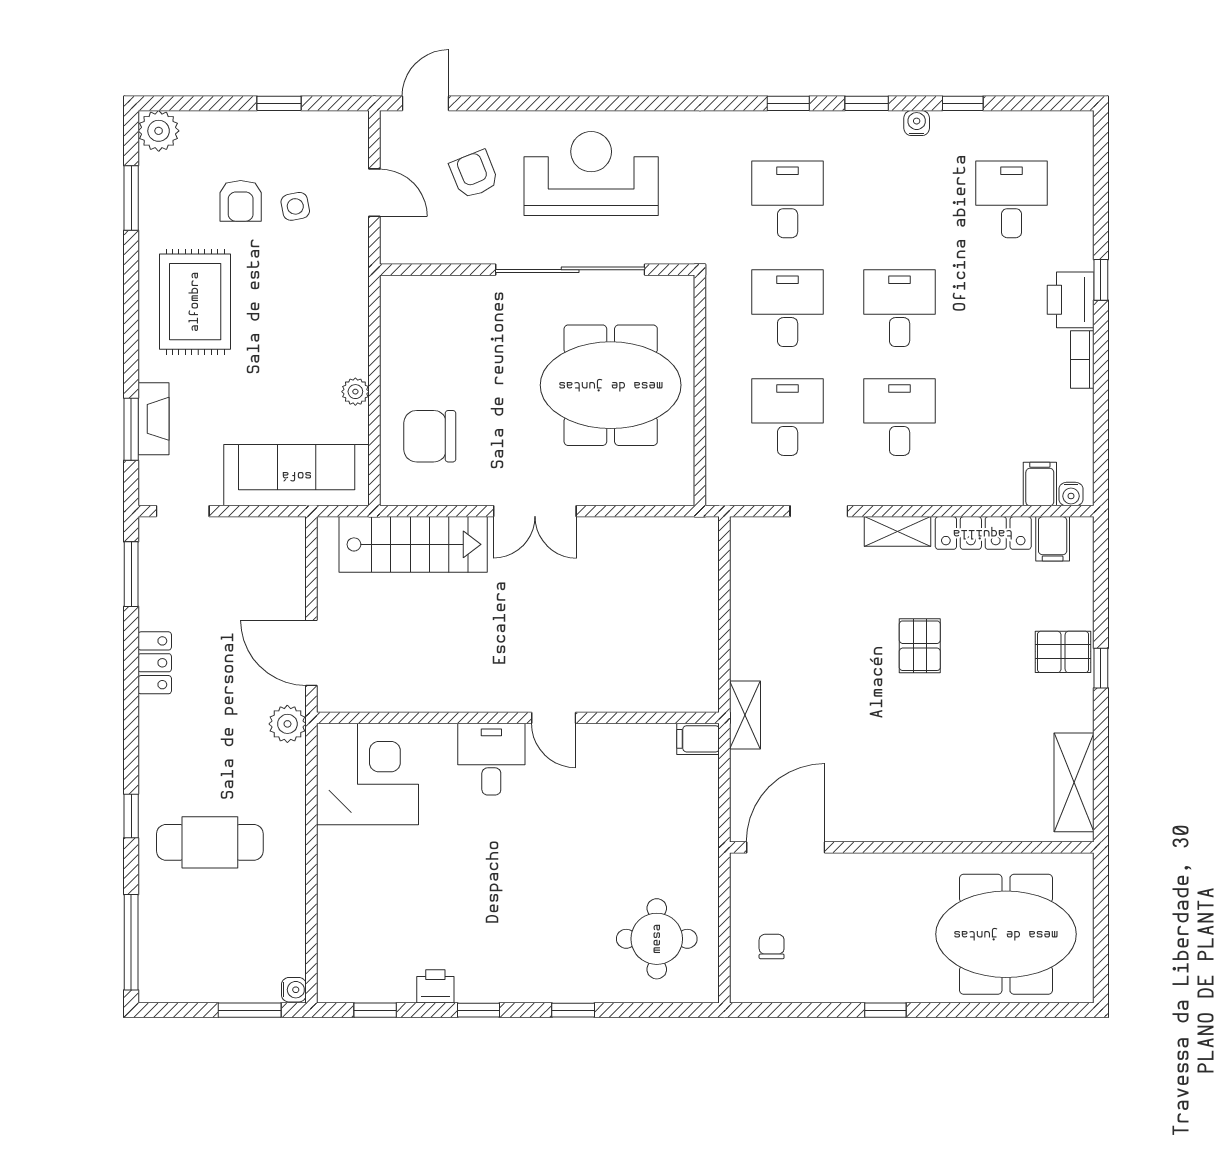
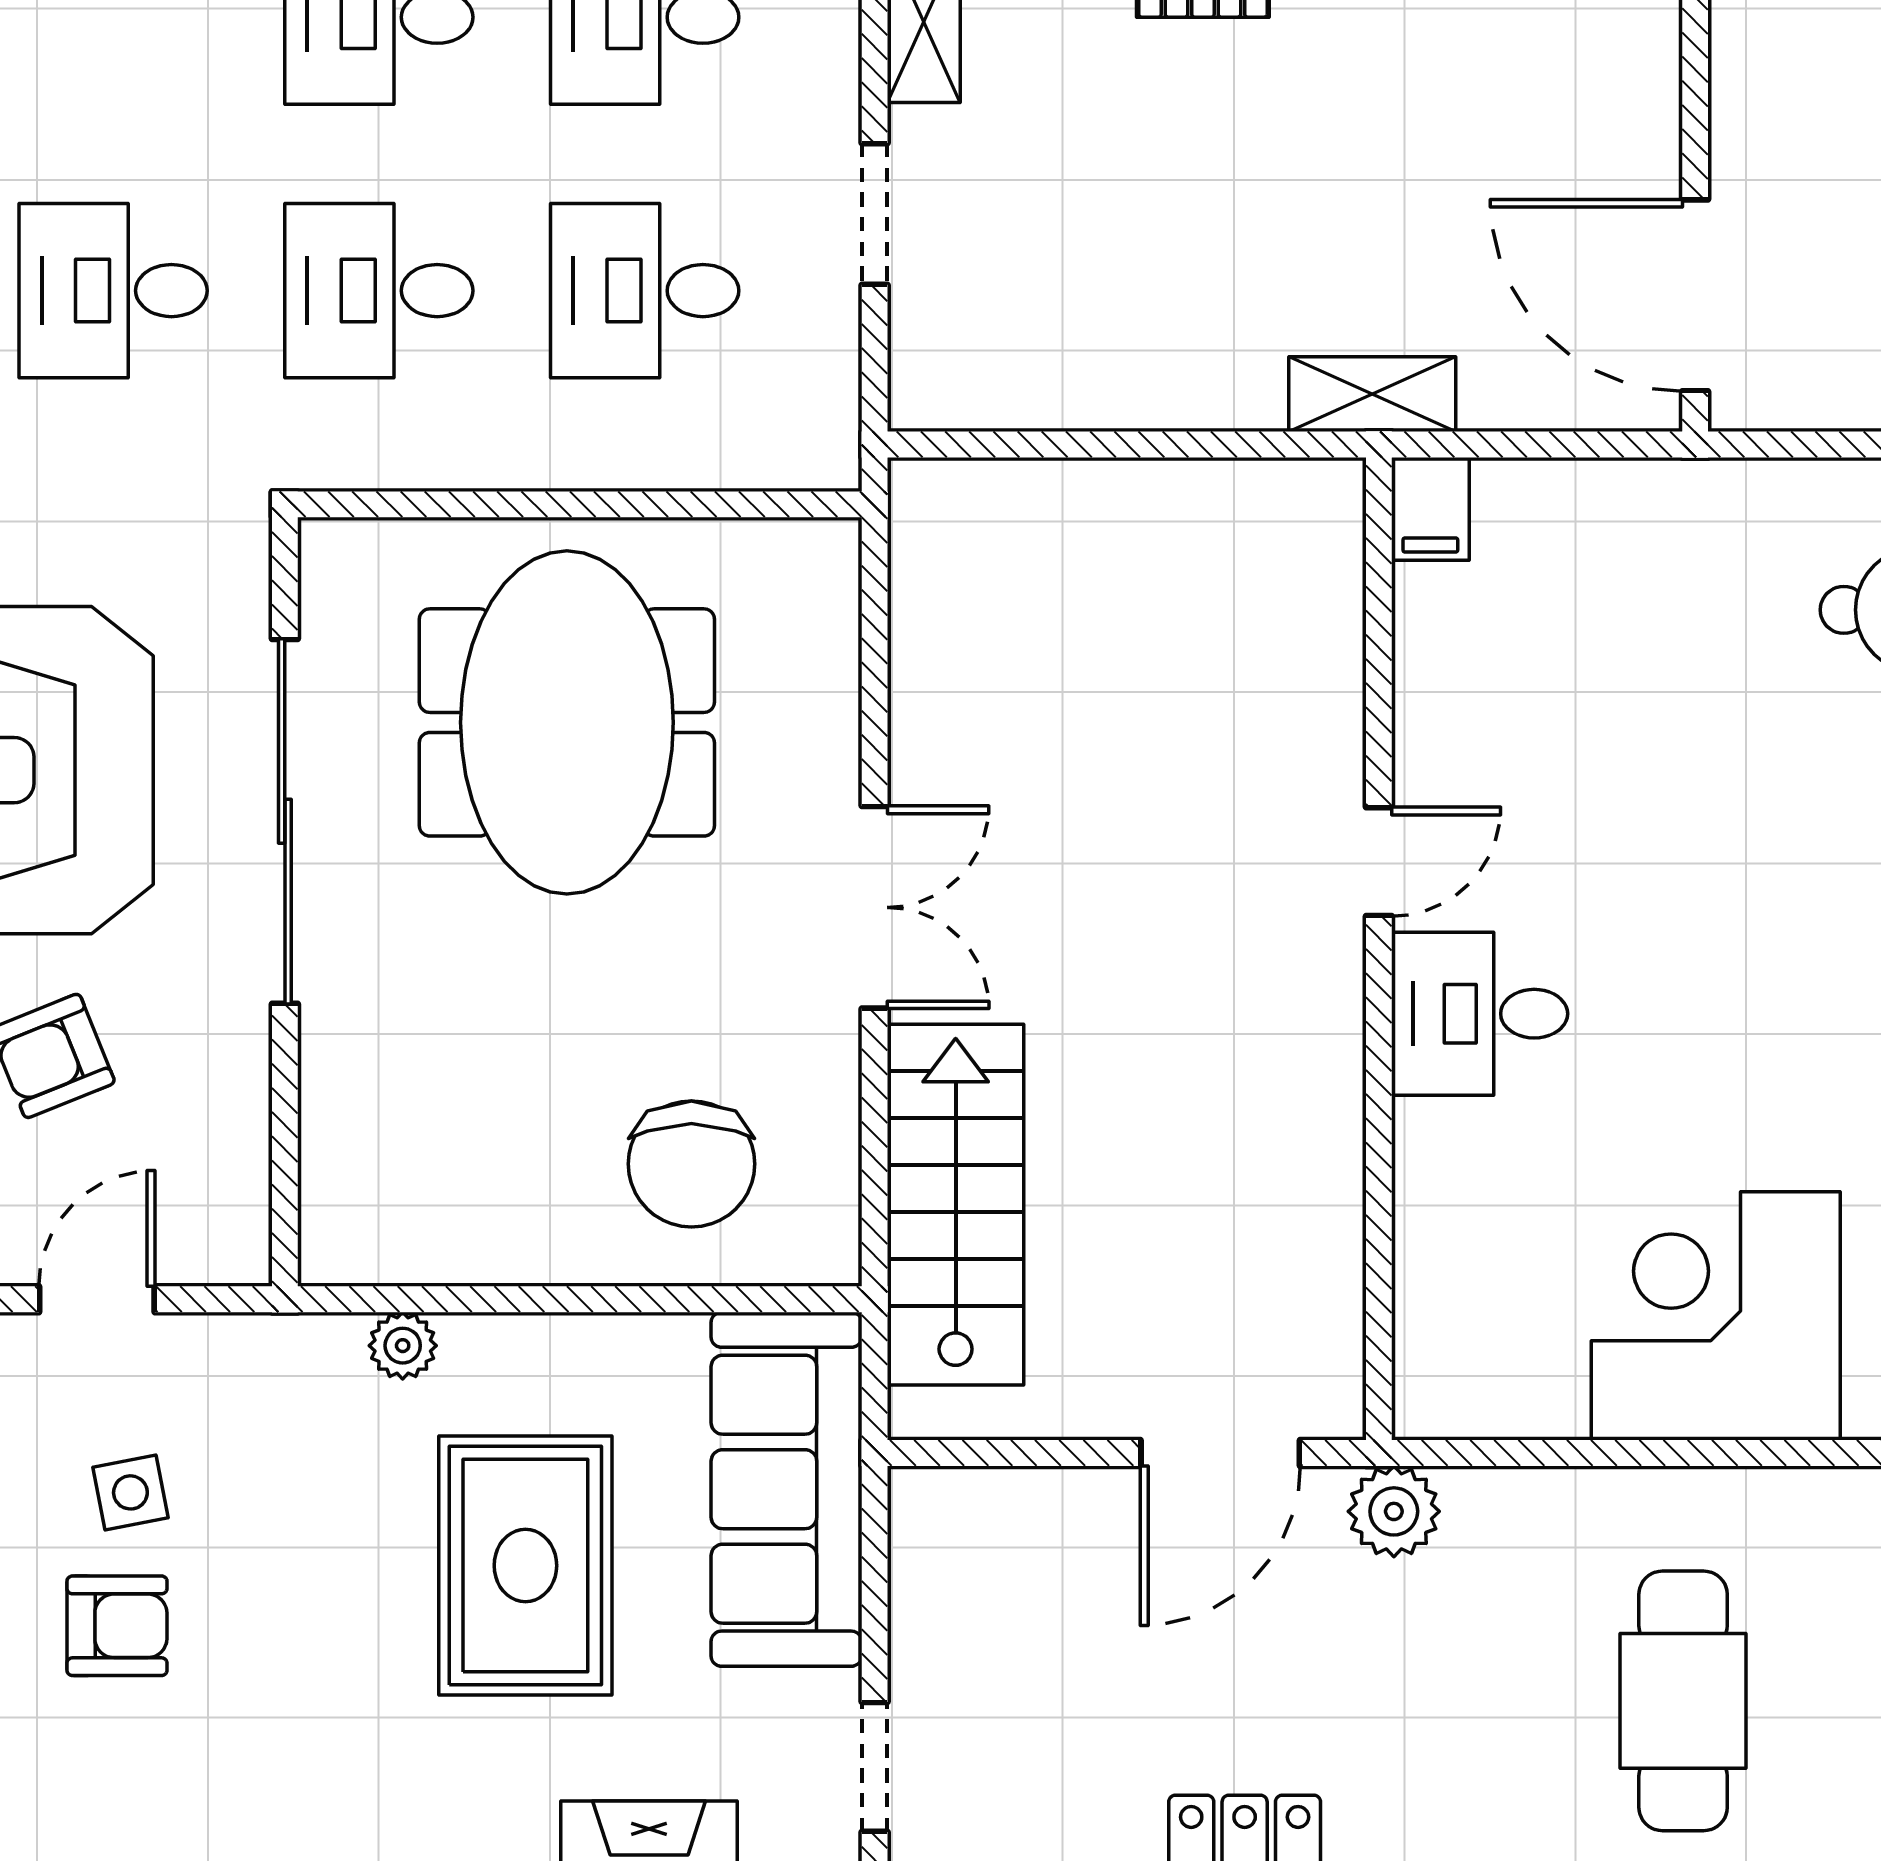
rug: (195, 302) -> (525, 1566), moved, turned 90
plant: (355, 392) -> (403, 1346), moved
corner desk: (368, 774) -> (1716, 1316), moved

